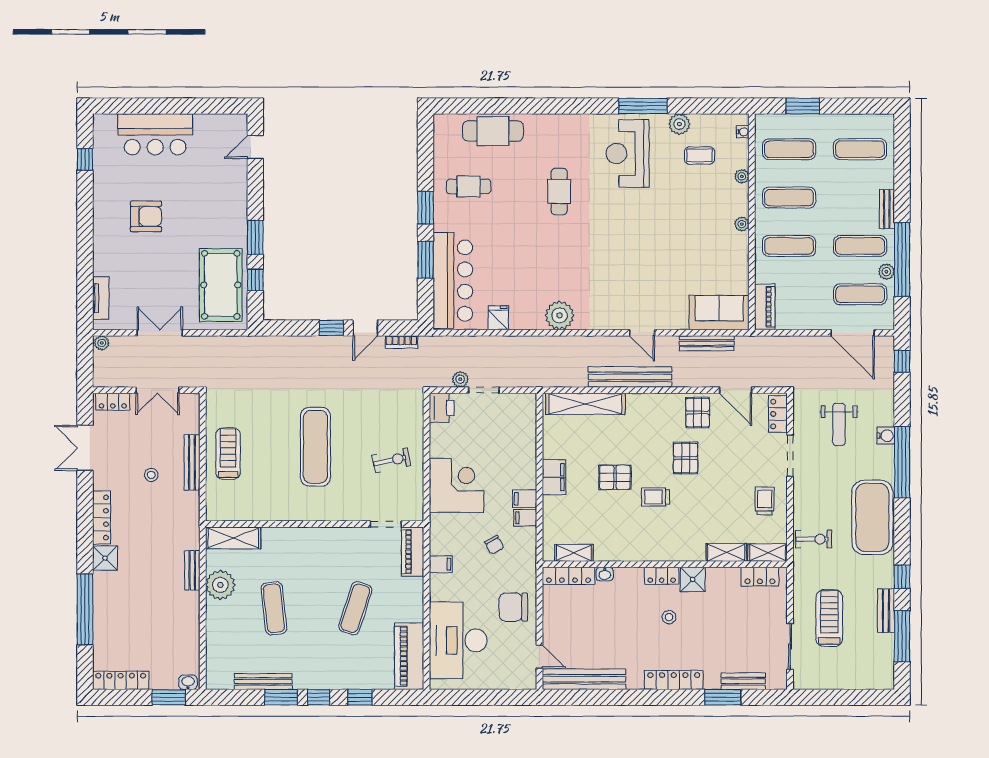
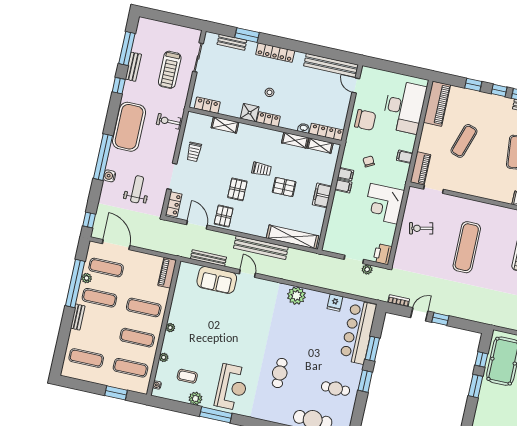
sofa: (719, 313) -> (217, 280), moved
shelving: (768, 553) -> (295, 140), moved

